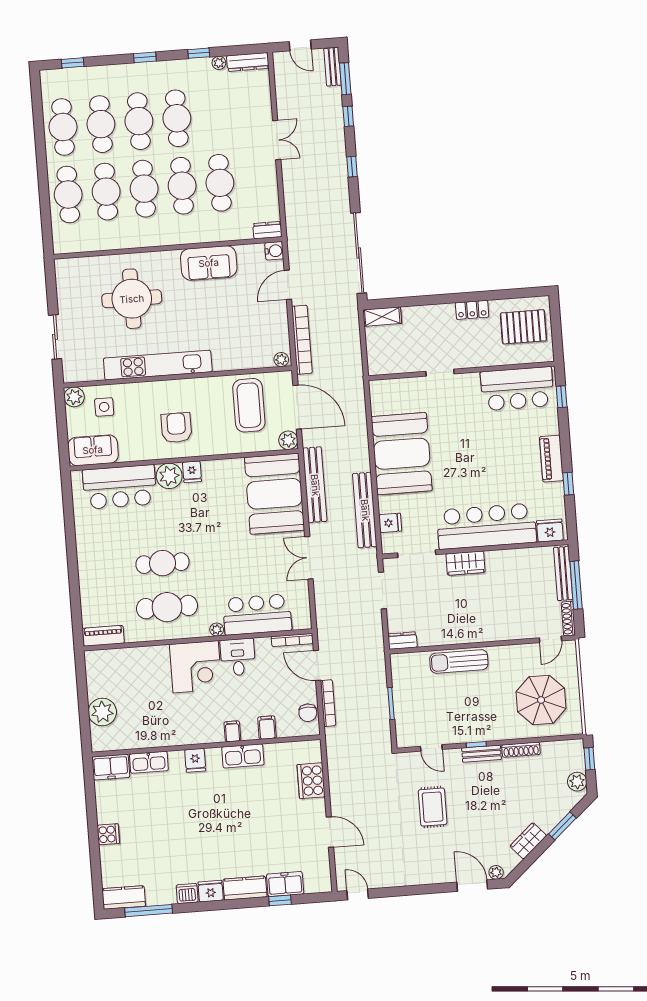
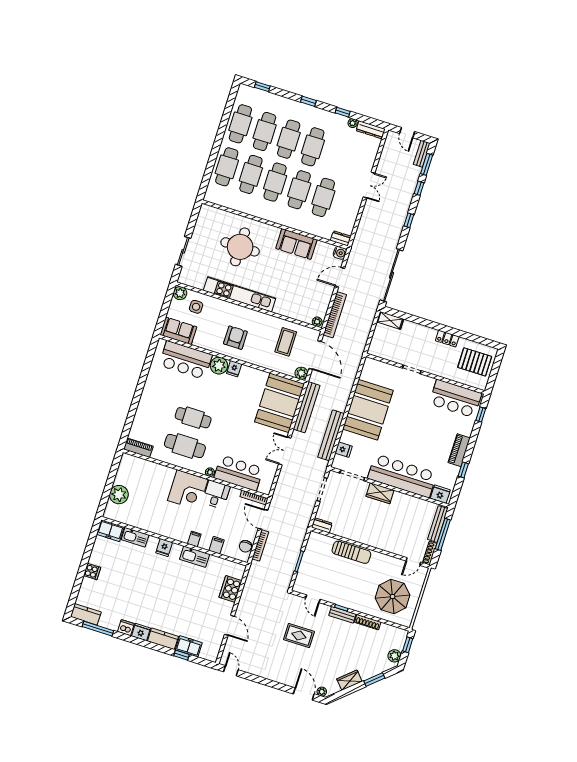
coffee table: (249, 405) -> (286, 342), width x0.73, depth x0.76
sun lounger: (459, 661) -> (351, 552), turned 180
rug: (433, 807) -> (299, 636), turned 90

